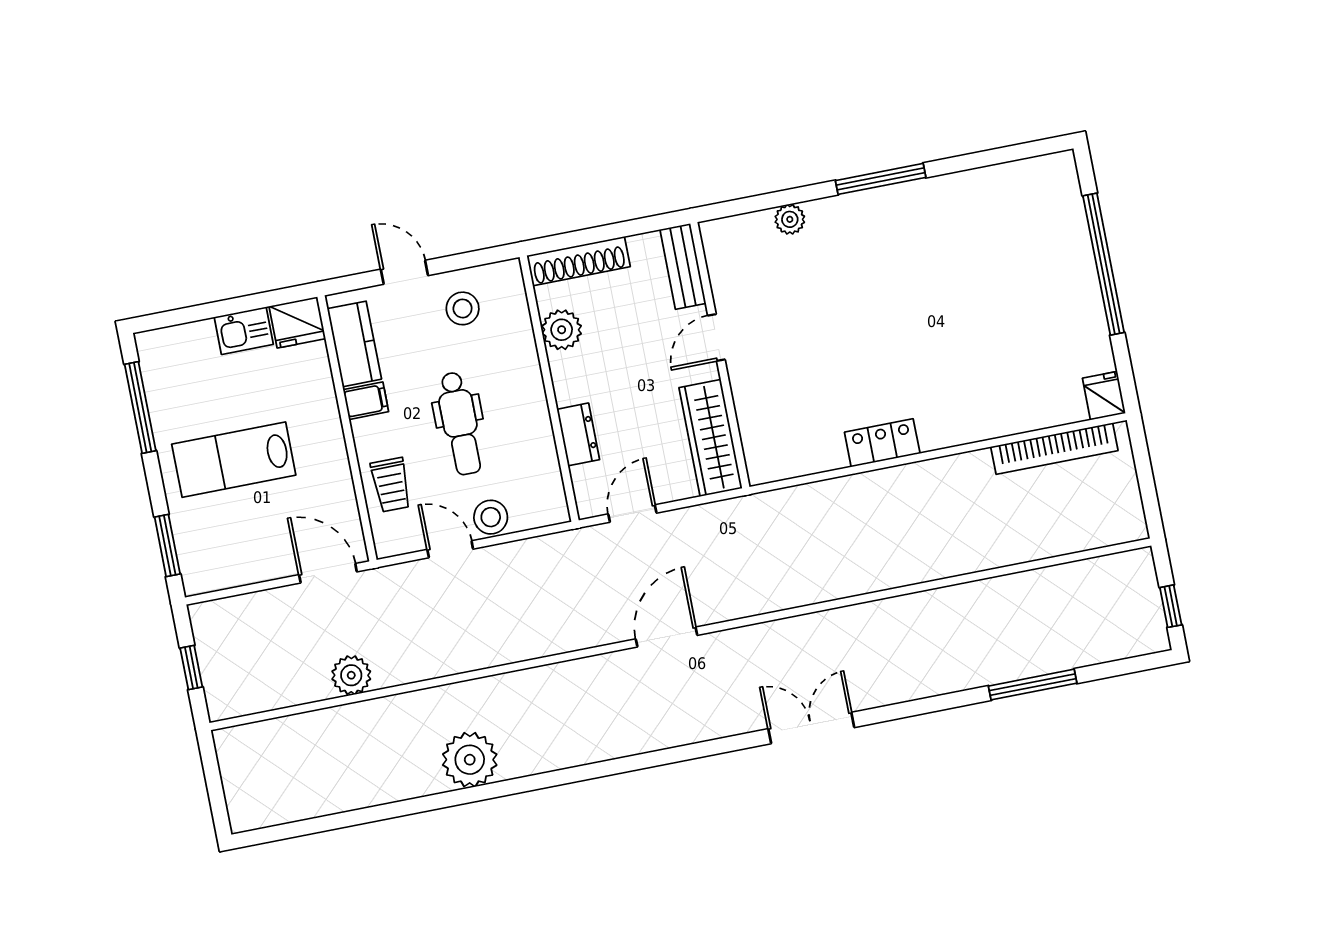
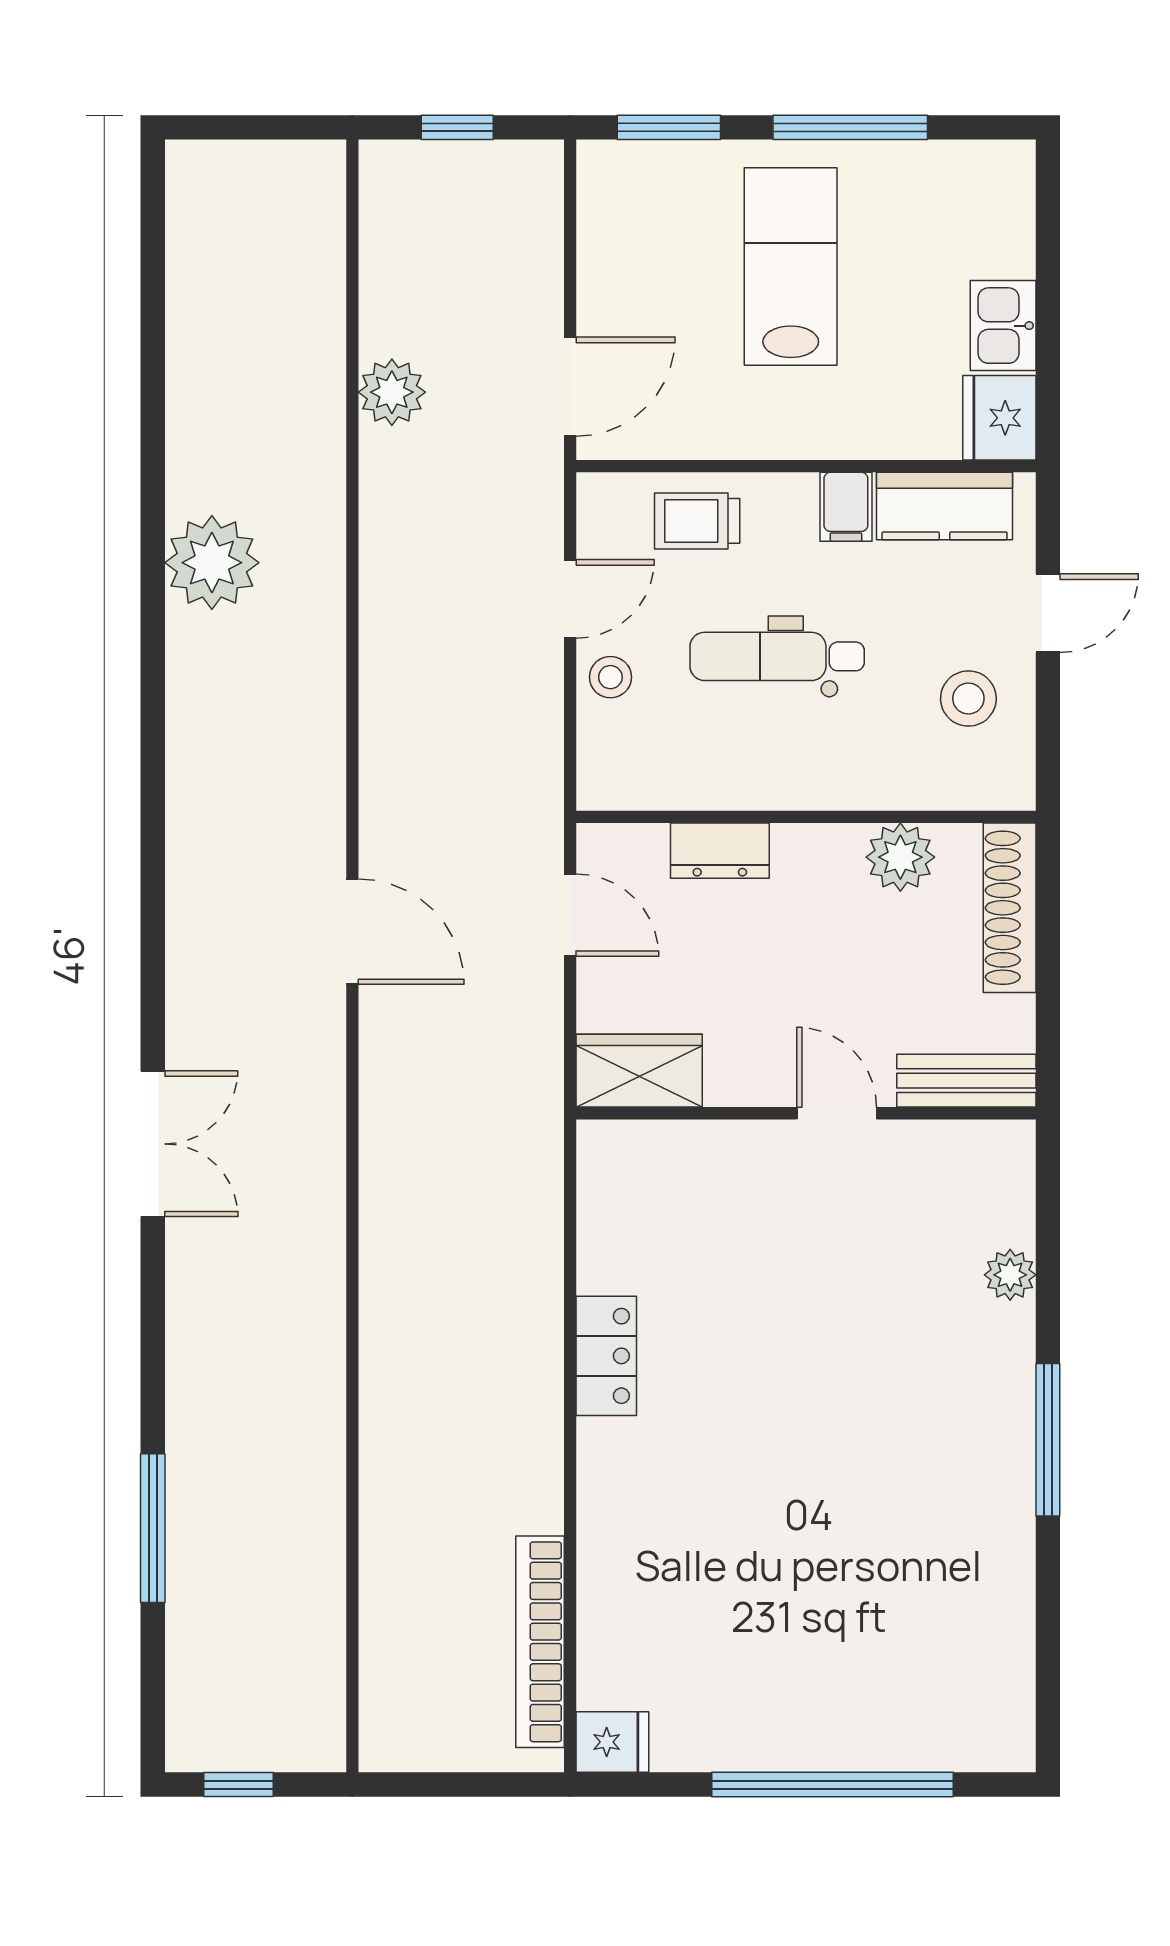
window: (140, 407) -> (850, 127), moved
wardrobe: (711, 438) -> (639, 1071), width x0.67
stool: (491, 517) -> (610, 677), width x0.73, depth x0.73

